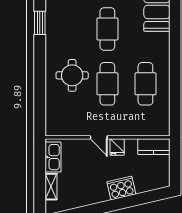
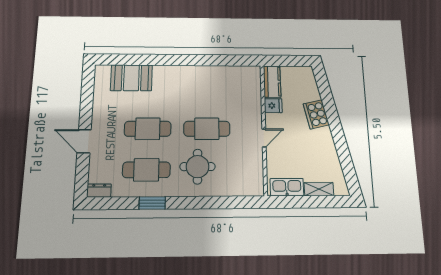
window: (40, 23) -> (152, 203), moved
cafe table: (145, 84) -> (146, 170), moved
fridge: (117, 147) -> (273, 106), moved

